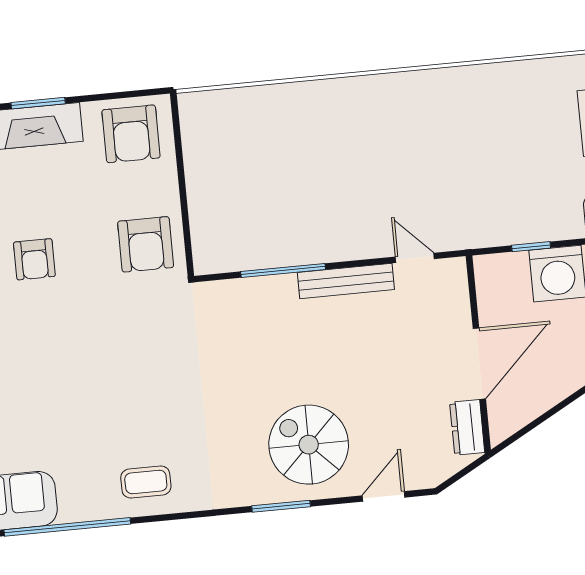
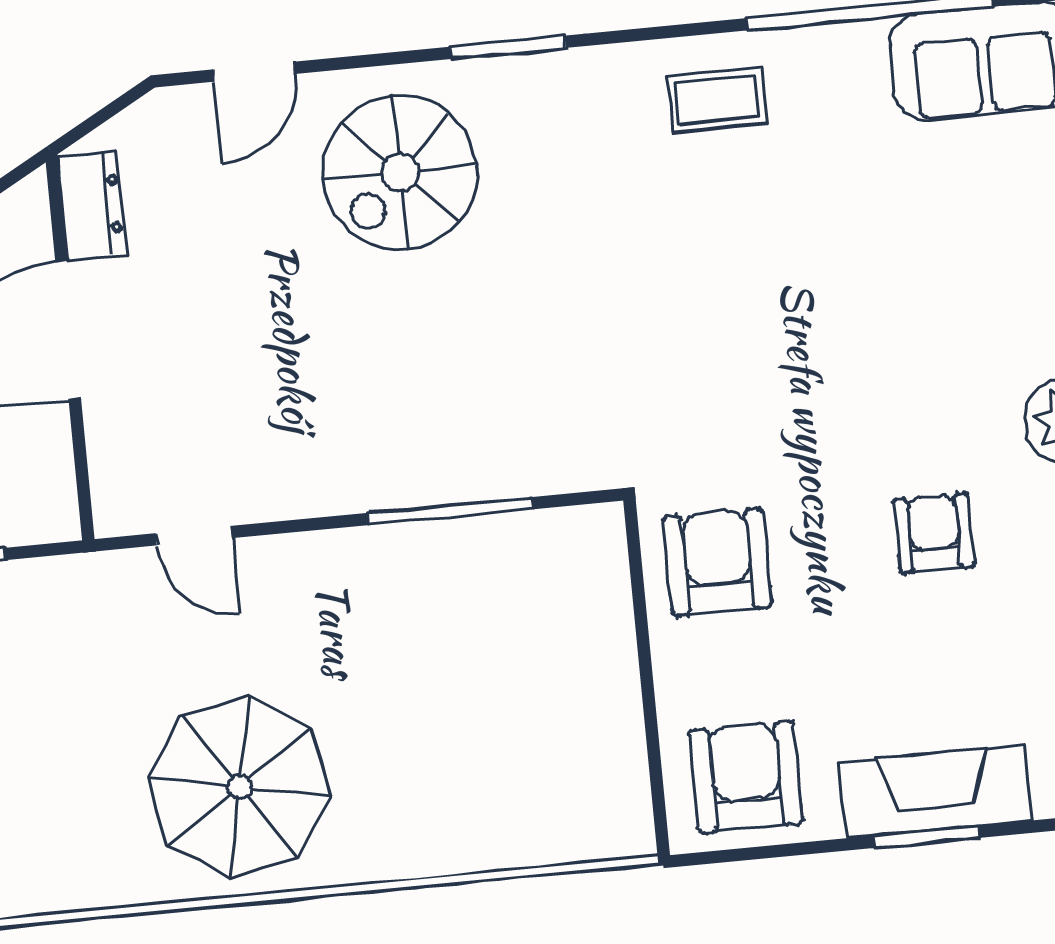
parasol: (391, 129) -> (240, 787), added
bench: (346, 281) -> (328, 491), removed
spiral stairs: (309, 445) -> (400, 172), turned 90
window: (281, 506) -> (508, 47), moved

